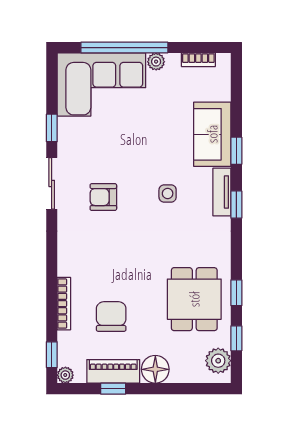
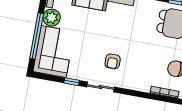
plant: (156, 62) -> (52, 18), width x1.88, depth x1.88
side table: (168, 193) -> (117, 27), removed

